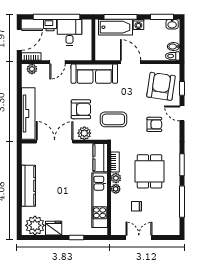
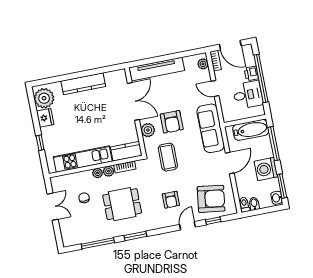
washing machine: (138, 24) -> (266, 169), width x1.89, depth x1.89
bathtub: (115, 27) -> (251, 130), moved, turned -90

